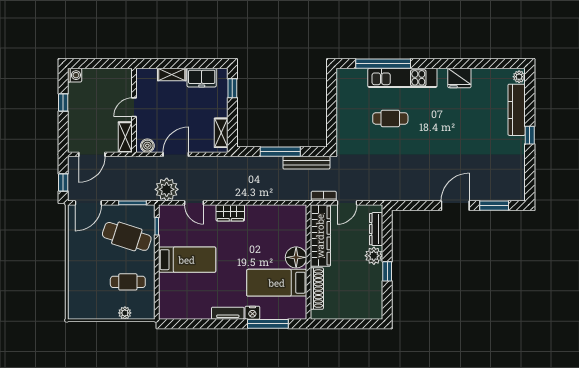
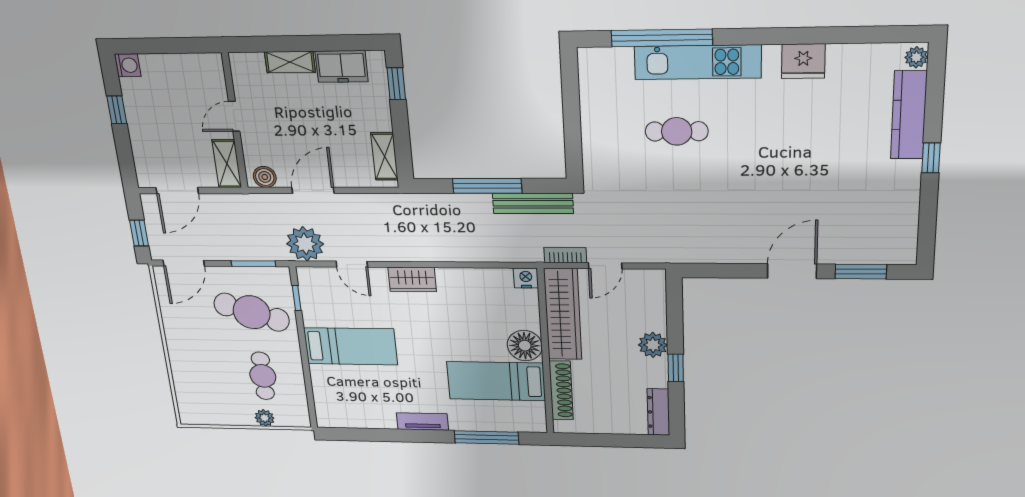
dresser: (376, 229) -> (658, 412), moved
cafe table: (128, 282) -> (263, 376), turned 90
nightstand: (252, 313) -> (526, 278), moved, turned 180

